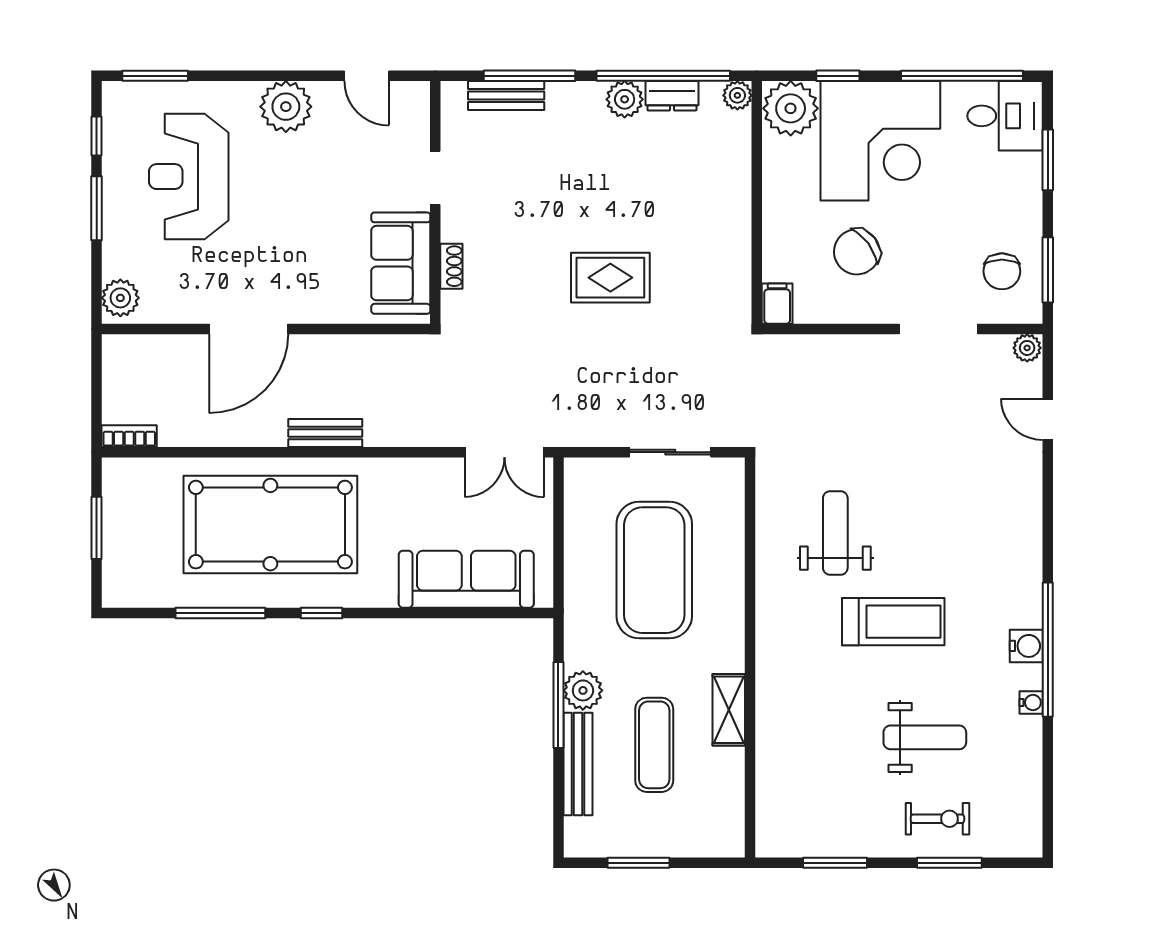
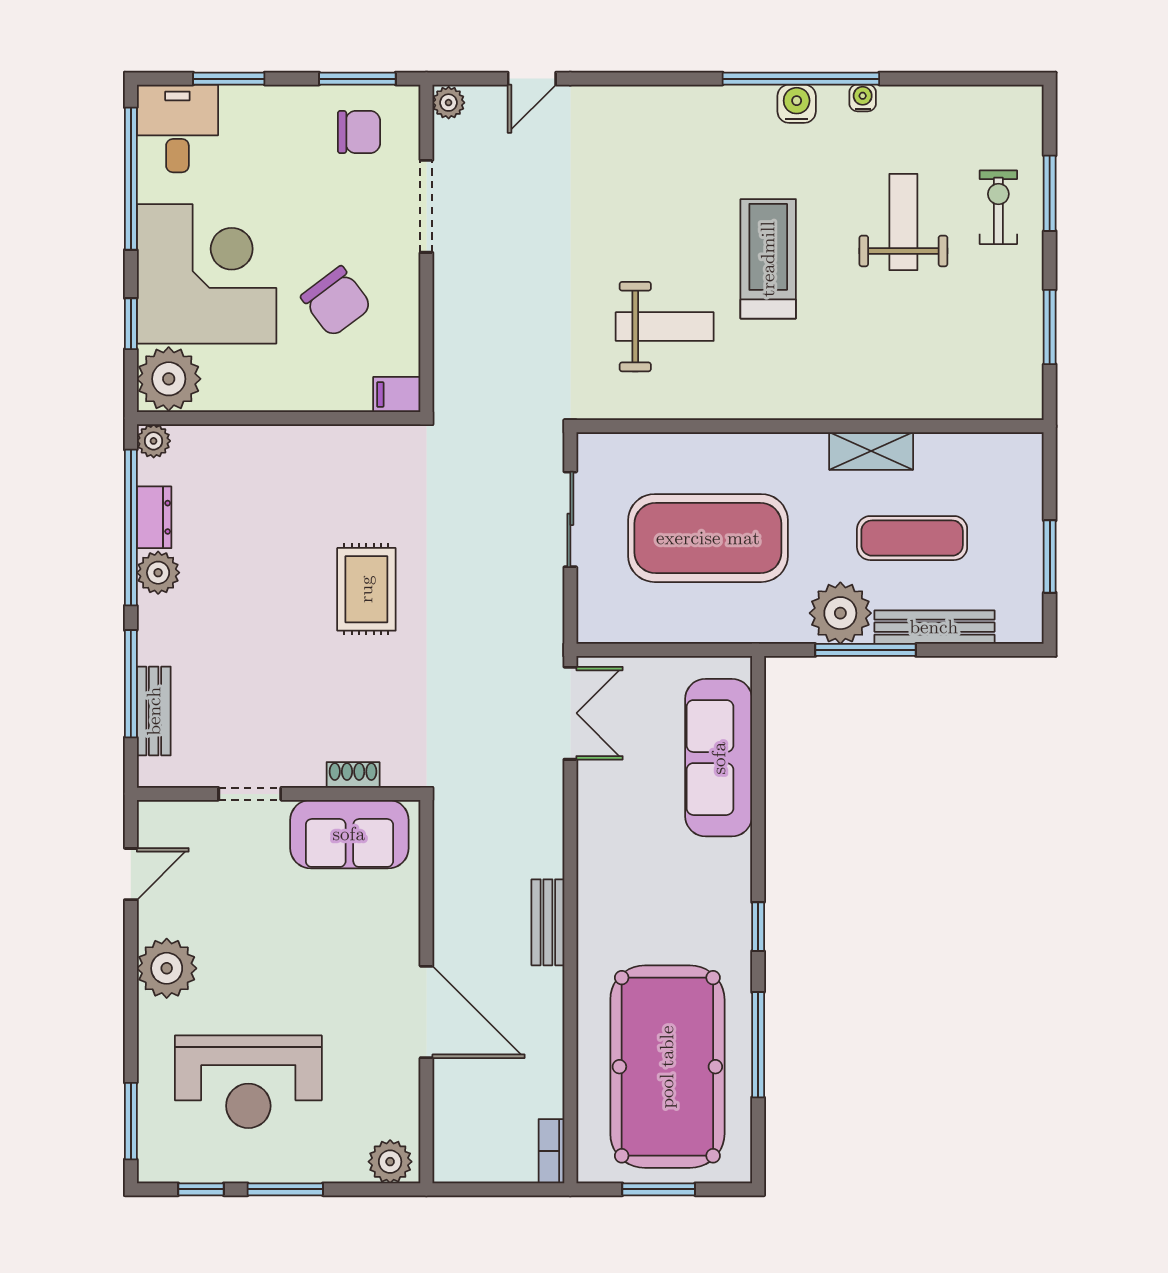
pool table: (270, 525) -> (667, 1067), moved
weight bench: (835, 533) -> (665, 327), turned 180
plant: (583, 690) -> (840, 613), width x1.36, depth x1.36

